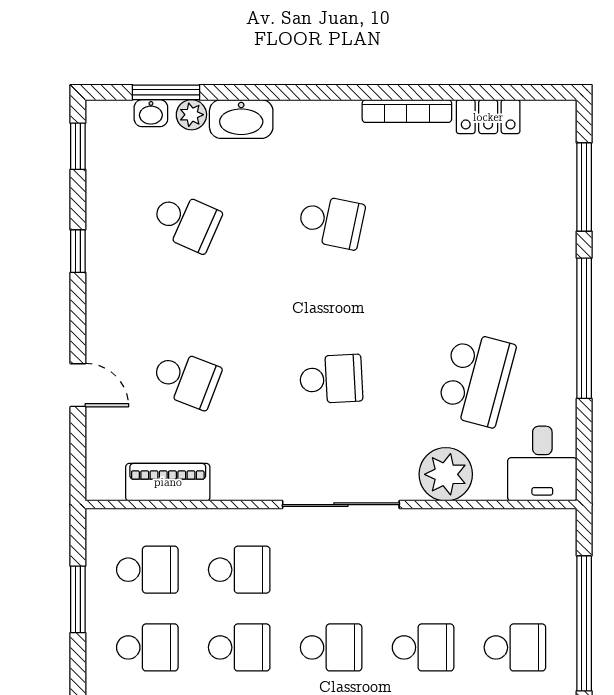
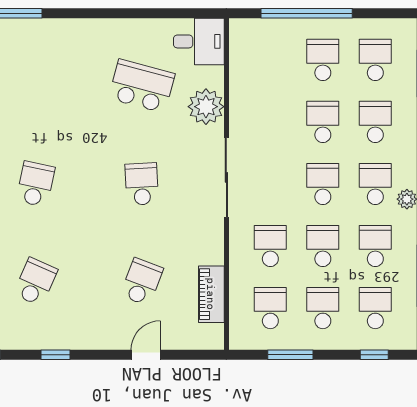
window: (584, 328) -> (107, 13), removed

